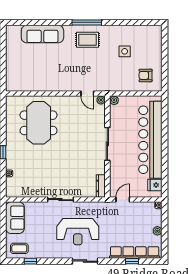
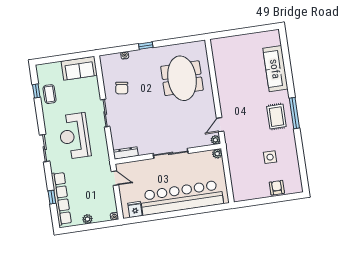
armchair: (146, 75) -> (277, 188), moved
meeting table: (39, 123) -> (182, 78), turned 90
chair: (39, 181) -> (122, 88), added
coffee table: (19, 248) -> (50, 94), moved

